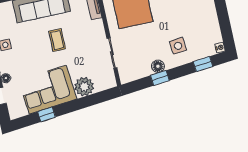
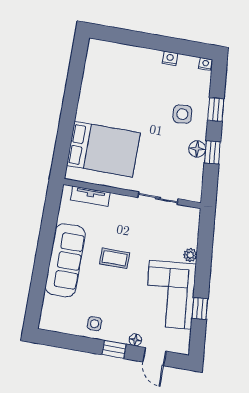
nightstand: (214, 21) -> (170, 58), added
window: (203, 64) -> (216, 110), moved
plant: (84, 87) -> (190, 255), width x0.53, depth x0.53

